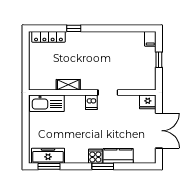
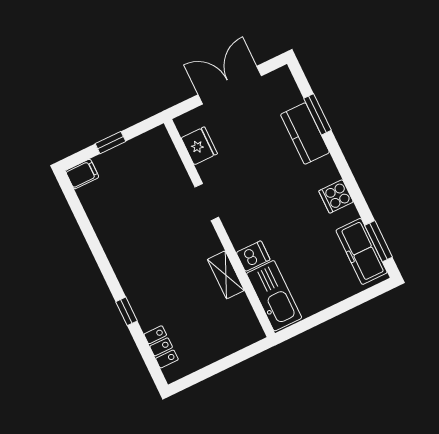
locker: (48, 37) -> (161, 347), width x0.66
dishwasher: (91, 102) -> (253, 256), moved
fridge: (148, 102) -> (199, 146), moved
cooker: (95, 156) -> (336, 196), moved
window: (103, 166) -> (317, 114), moved

